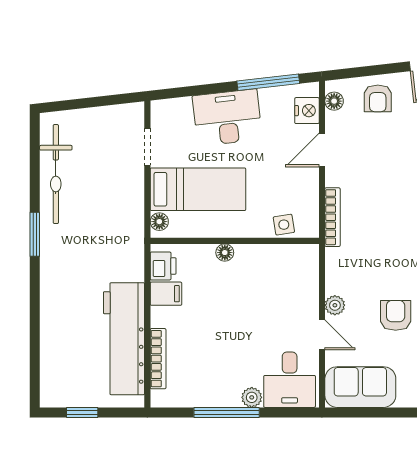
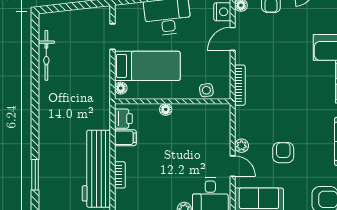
bicycle: (56, 174) -> (46, 55), width x0.73, depth x0.71
window: (35, 234) -> (35, 175), moved
bookcase: (158, 359) -> (120, 175), width x0.64

